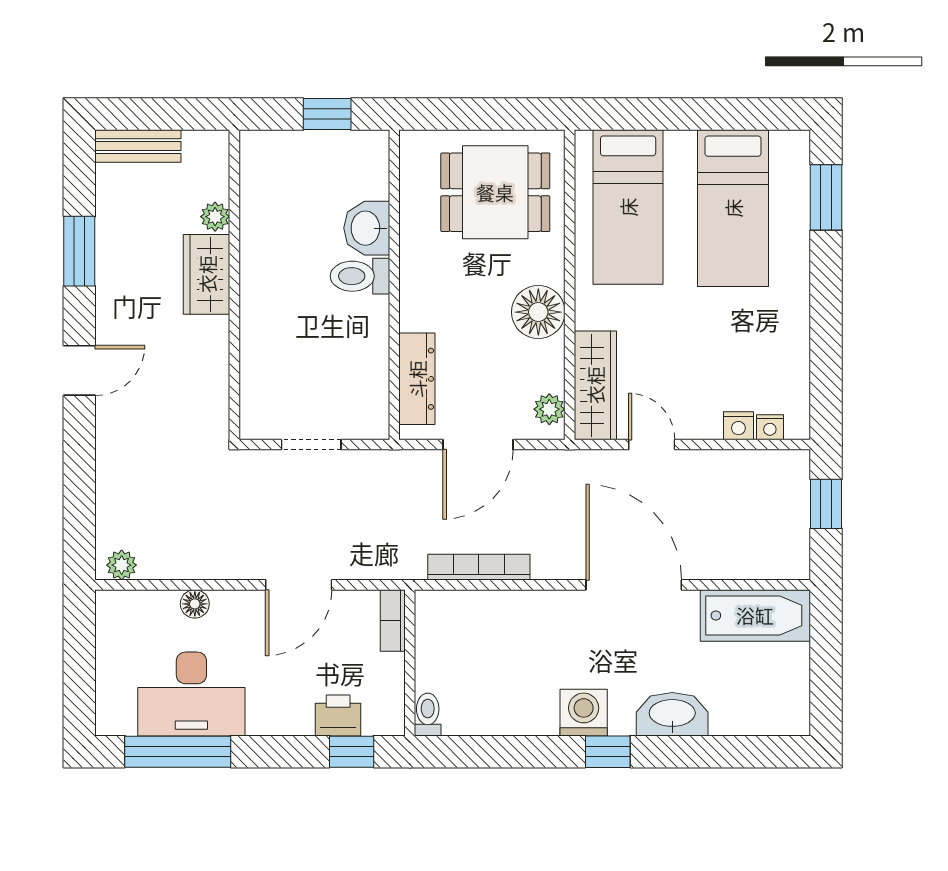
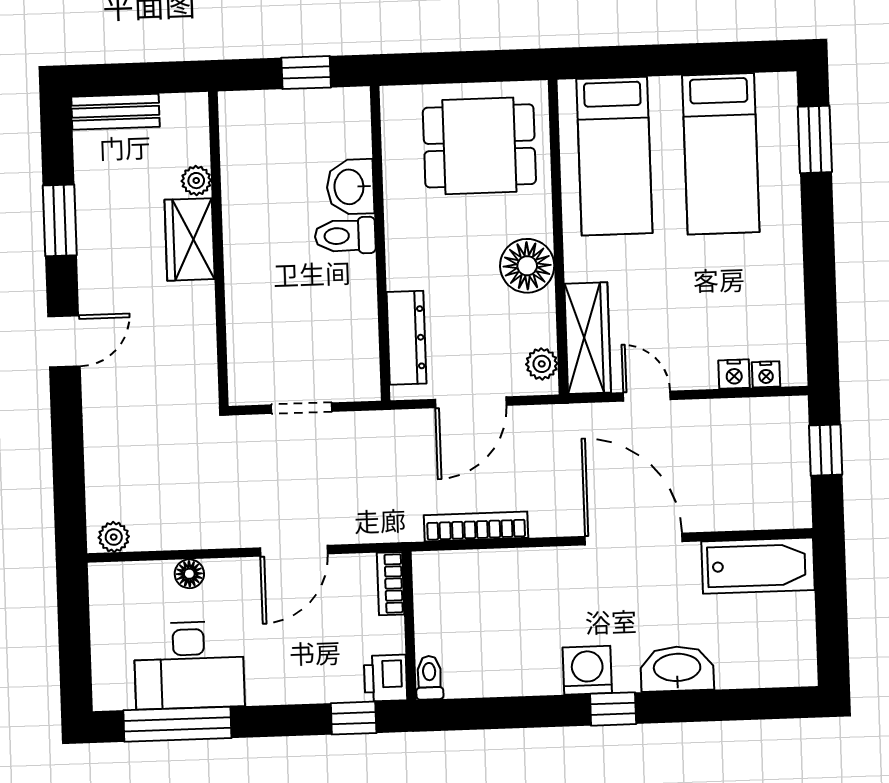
printer: (338, 716) -> (386, 678), moved, turned -90

